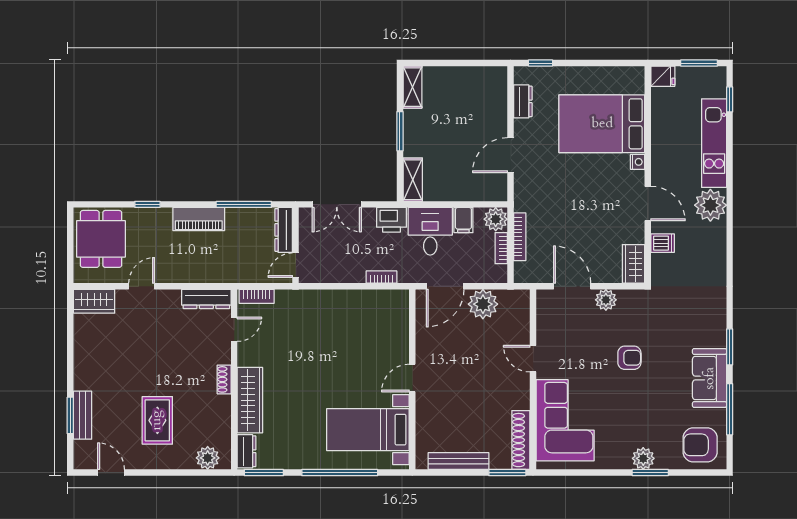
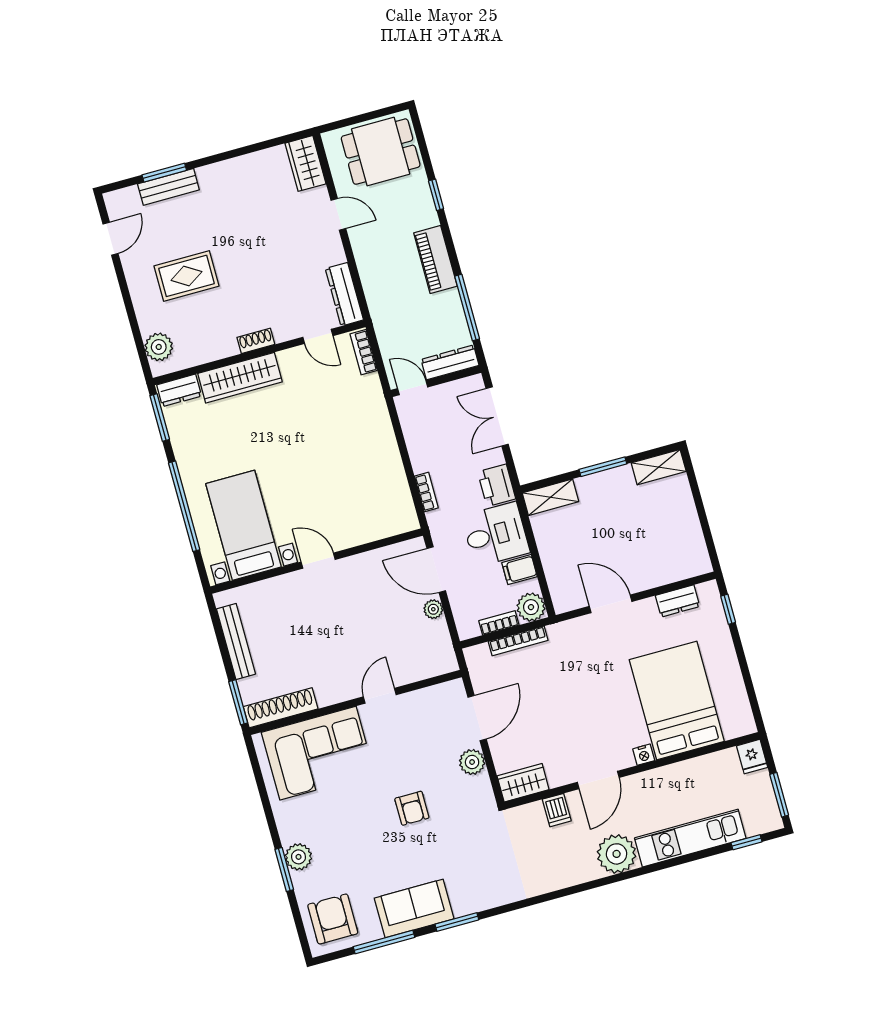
plant: (483, 304) -> (433, 609), width x0.53, depth x0.53

